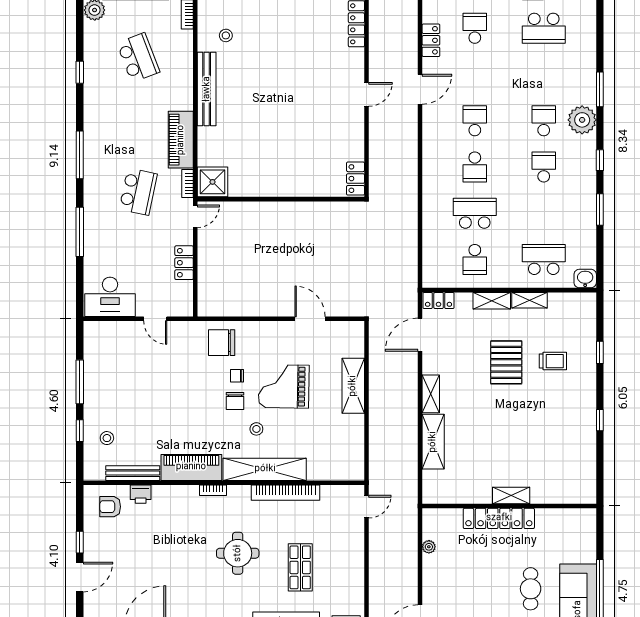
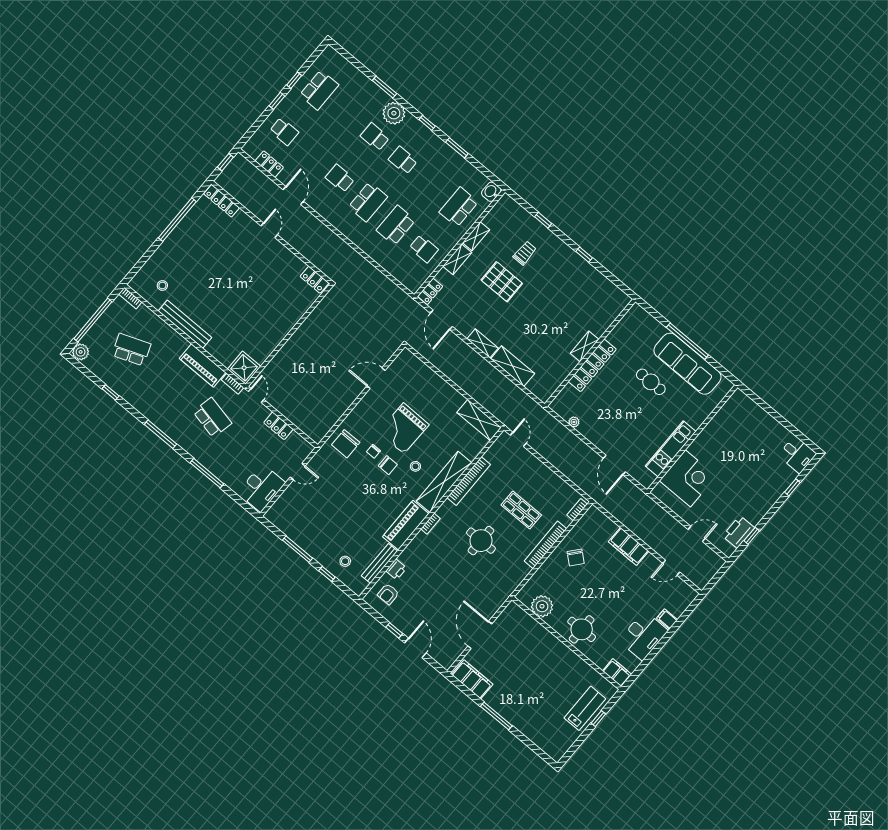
school desk: (475, 28) -> (284, 132), turned 180
school desk: (475, 167) -> (368, 202), width x1.85
shelving: (353, 386) -> (479, 420), moved

